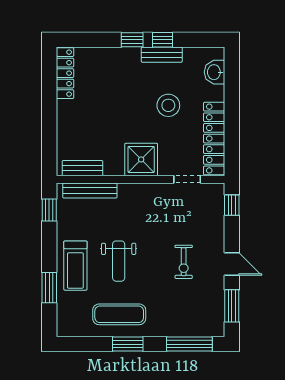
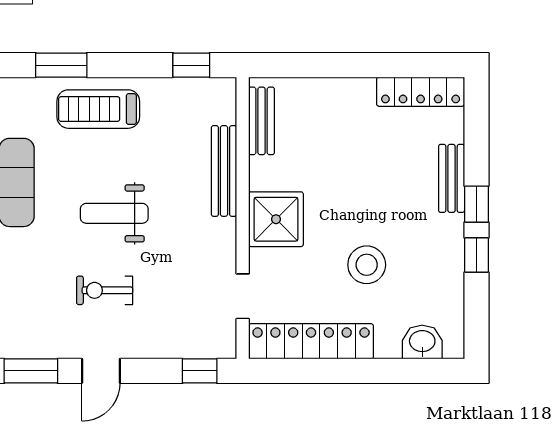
bench: (162, 55) -> (452, 178), moved
bench: (90, 191) -> (224, 171), moved
weight bench: (119, 261) -> (114, 213), moved

